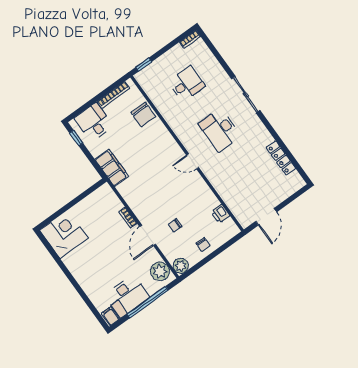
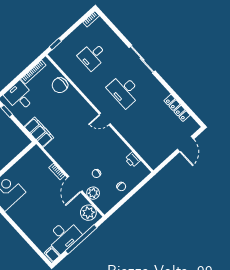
desk: (187, 84) -> (92, 56), turned 180
chair: (143, 114) -> (60, 85), turned 90
door: (266, 217) -> (185, 144), moved
plant: (181, 266) -> (93, 193), moved

